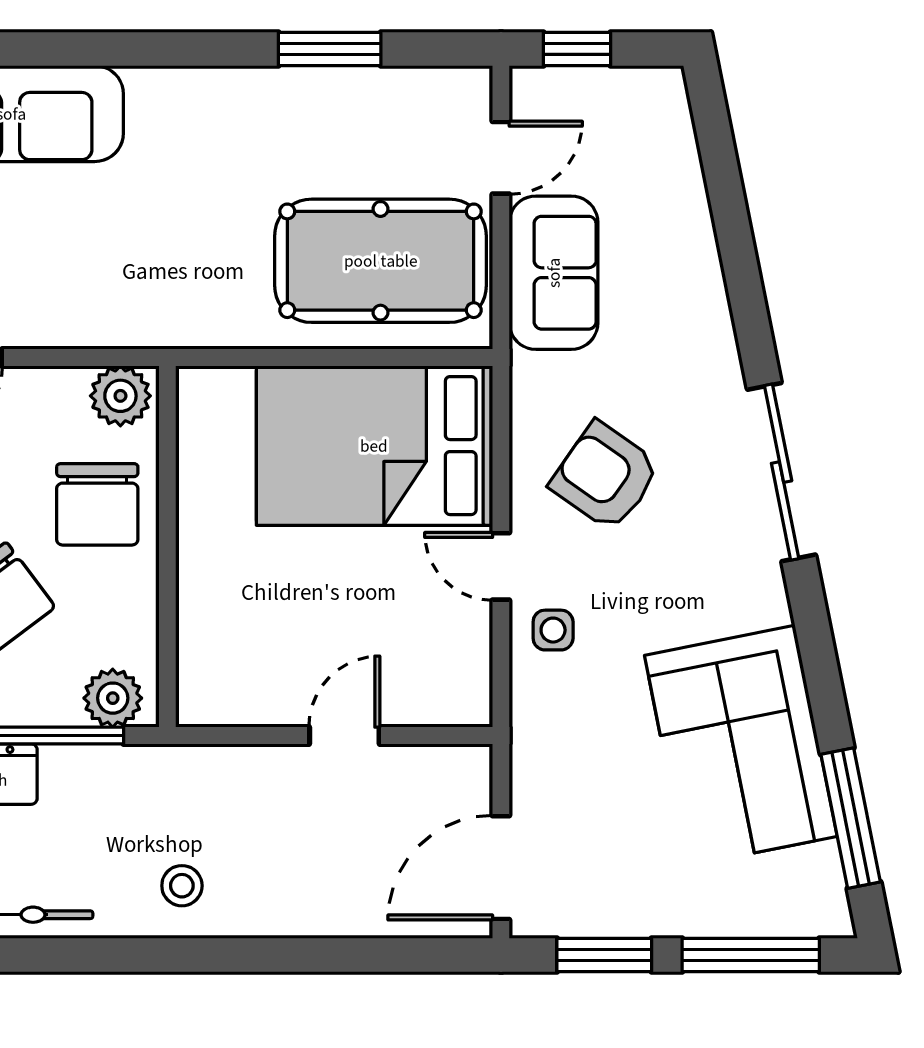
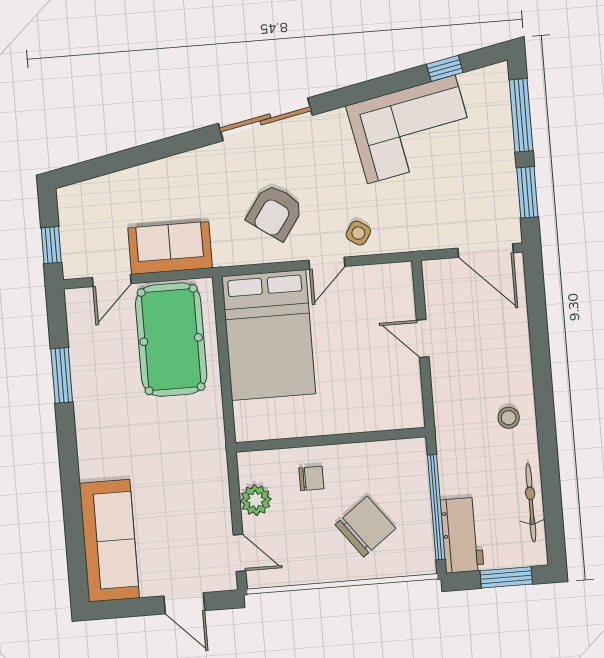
door: (501, 158) -> (112, 281), swing flipped
plant: (120, 396) -> (256, 500), moved
chair: (97, 504) -> (311, 478), width x0.54, depth x0.54
side table: (553, 630) -> (358, 233), turned 34
plant: (113, 698) -> (413, 462), removed
window: (851, 818) -> (445, 68), width x0.46

